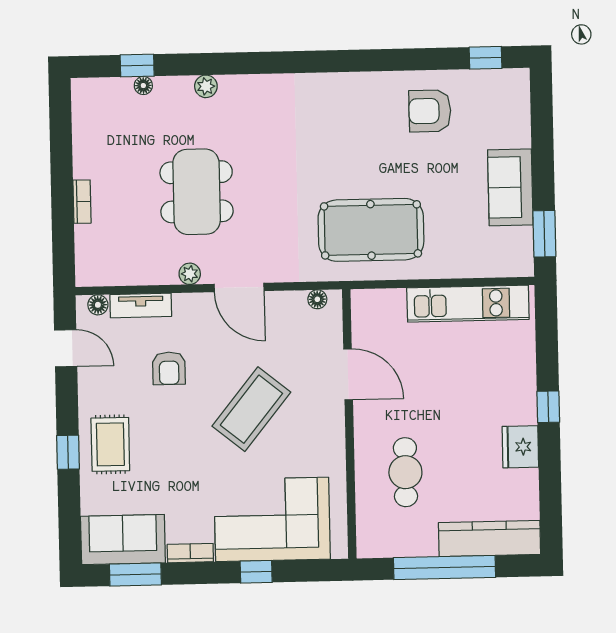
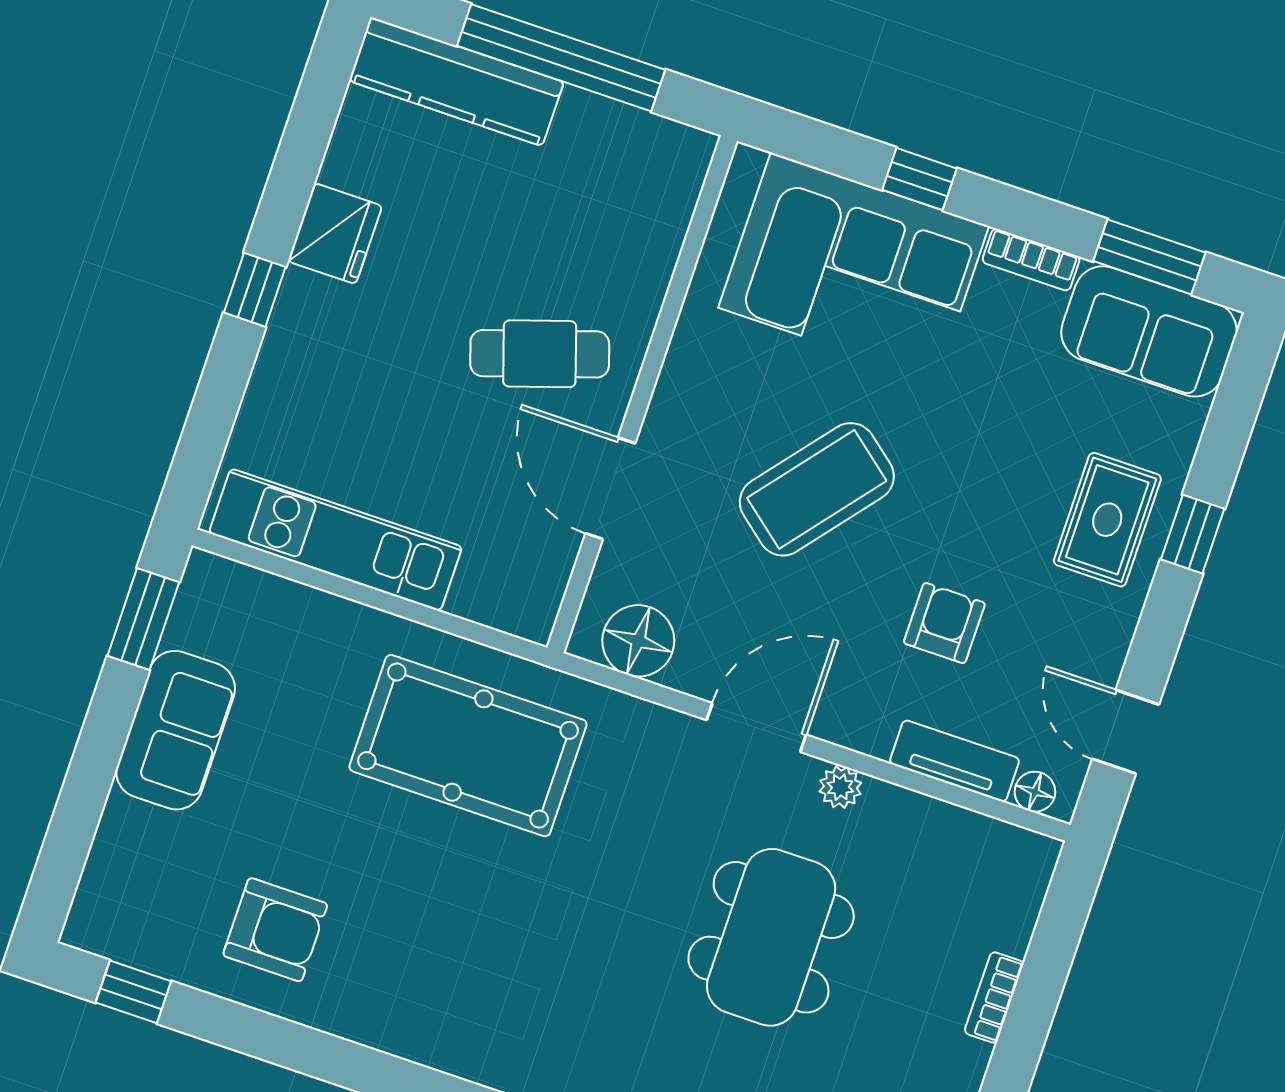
door: (239, 287) -> (756, 727), hinge flipped
floor lamp: (317, 299) -> (638, 641), width x1.89, depth x1.89
cafe table: (405, 472) -> (540, 354), moved, turned 72

